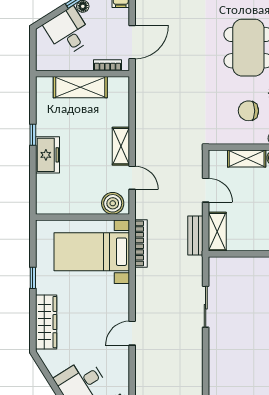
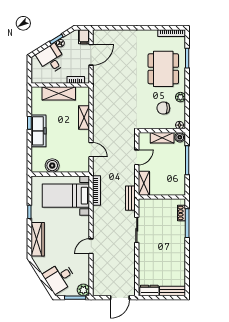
door: (132, 42) -> (91, 55), moved
shelving: (121, 146) -> (84, 118), moved
freezer: (47, 155) -> (38, 131), width x1.40
door: (206, 190) -> (137, 157), hinge flipped
boiler: (113, 203) -> (52, 166), moved
bench: (195, 236) -> (130, 198), moved

